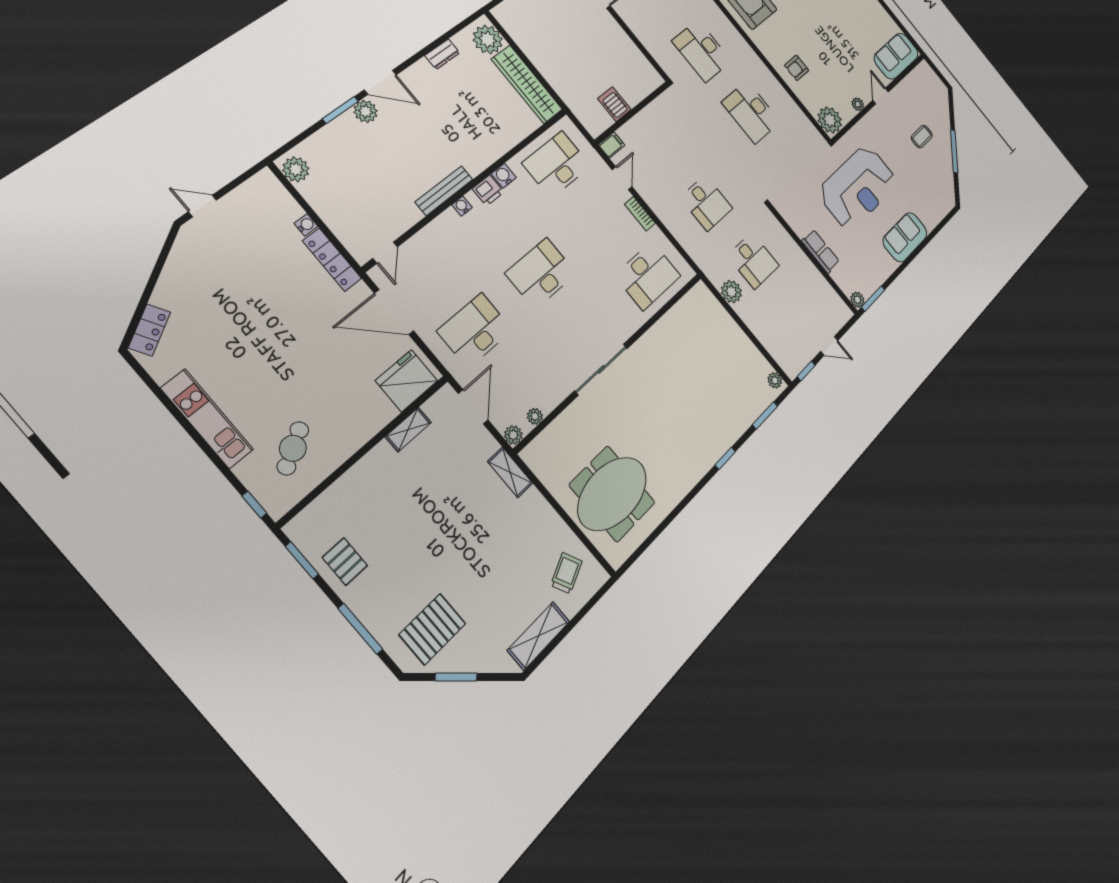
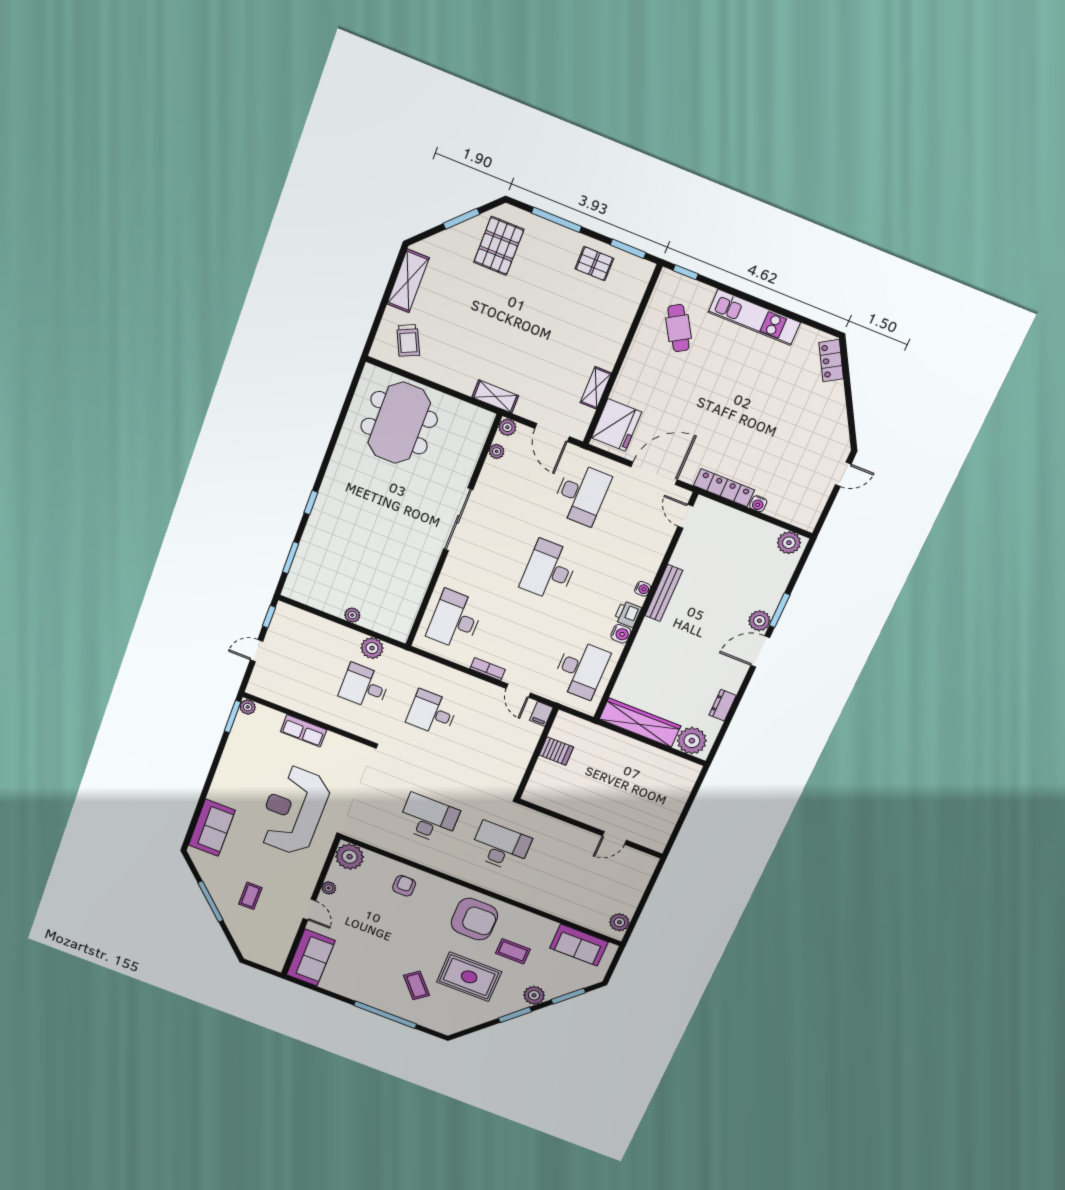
sofa: (905, 237) -> (212, 828), moved
desk: (541, 273) -> (549, 570), turned 180
plant: (775, 380) -> (352, 615), moved

